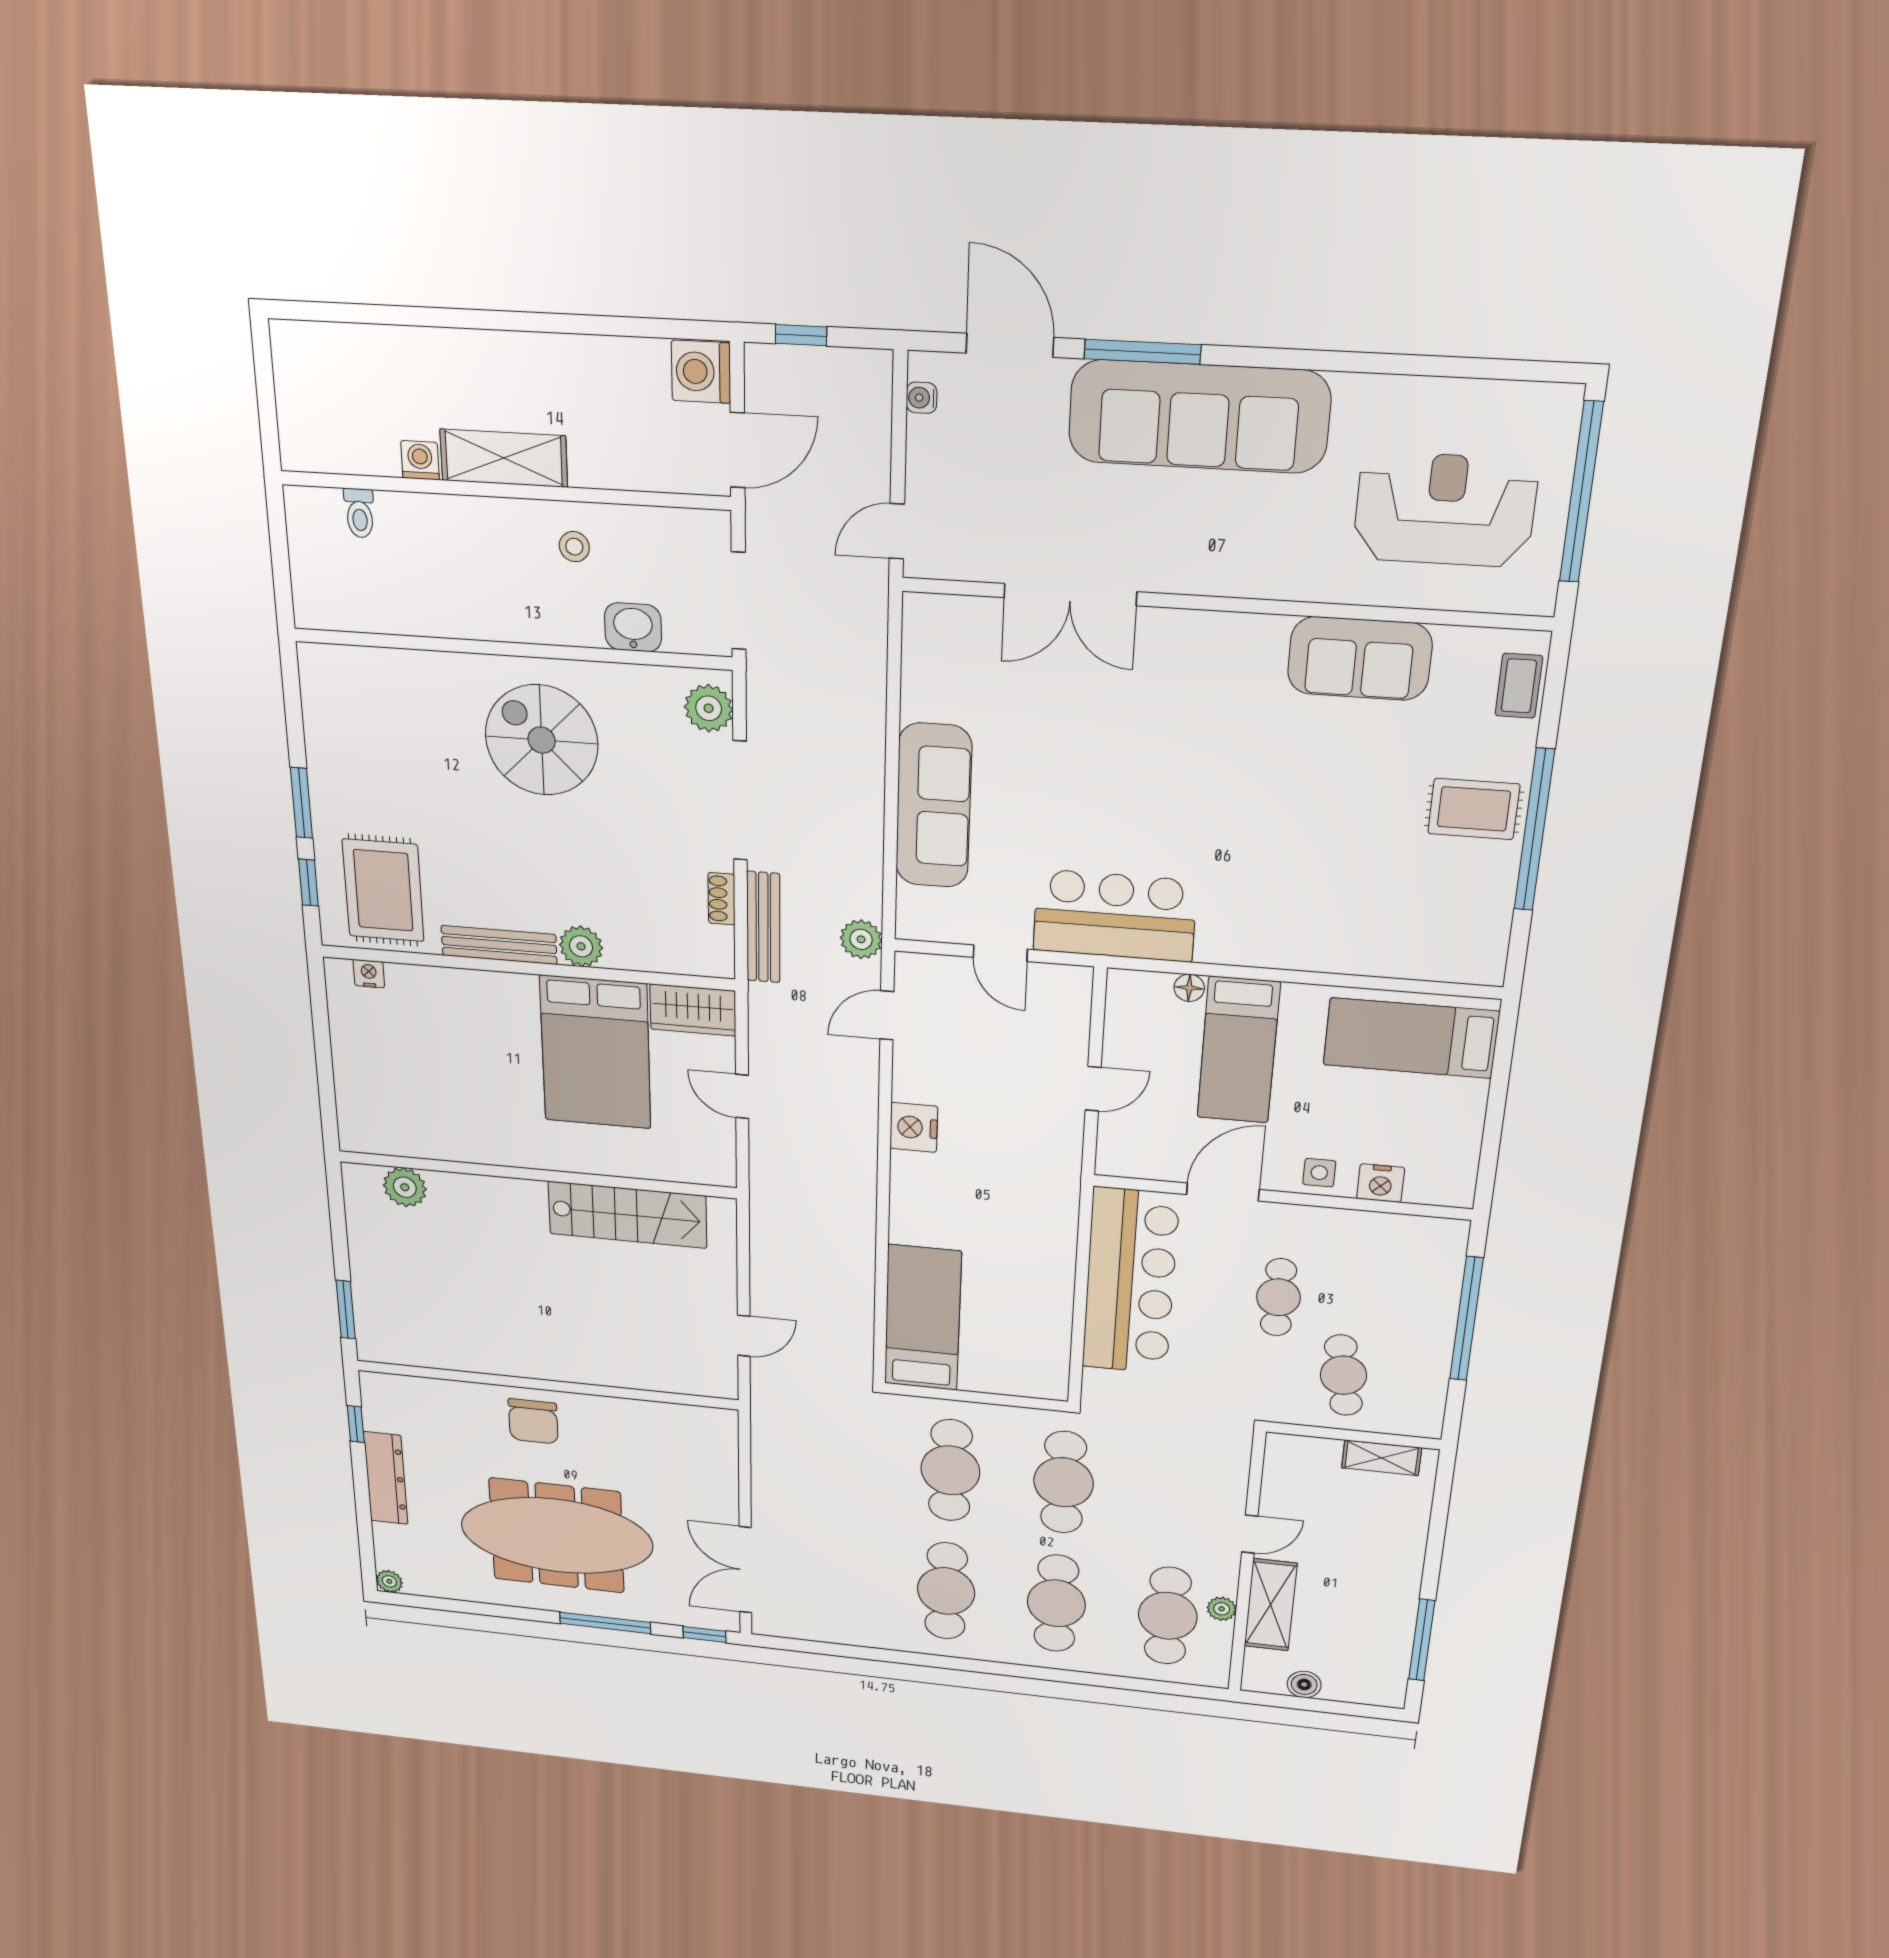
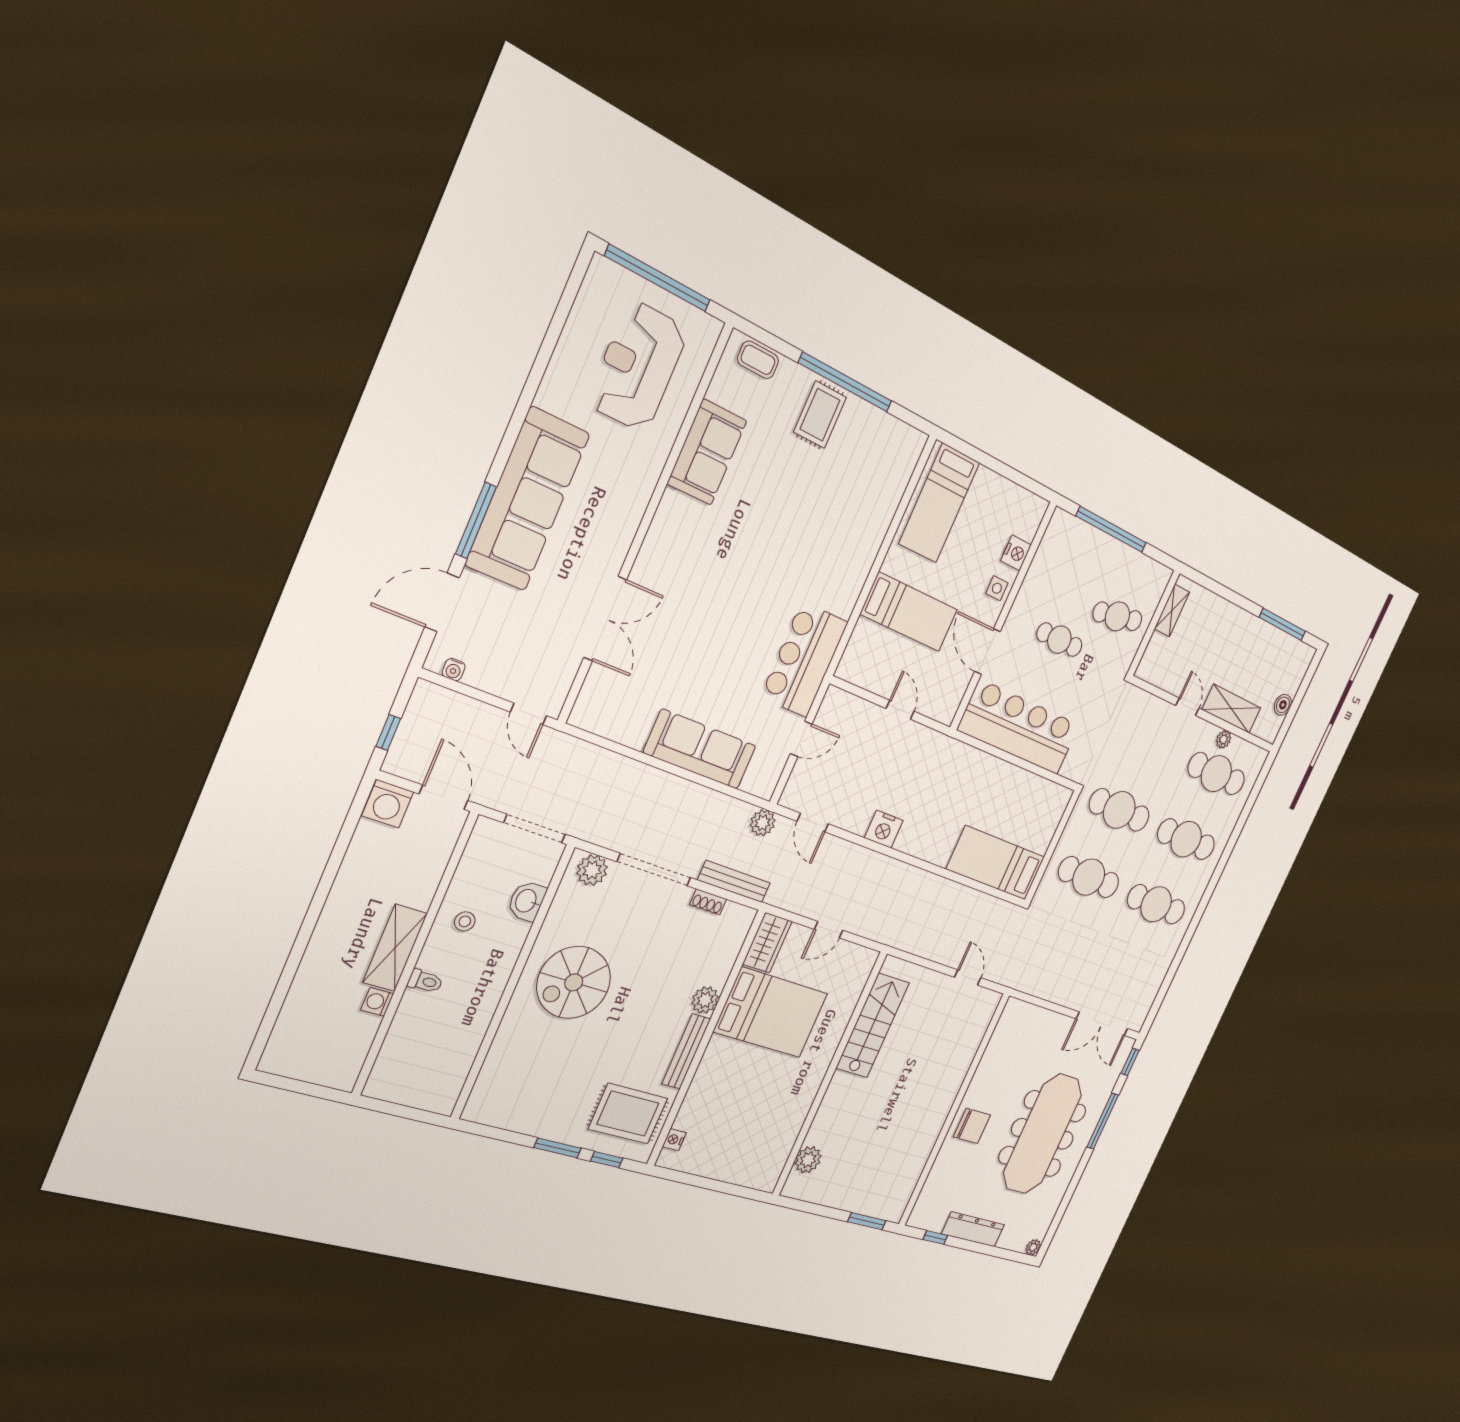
toilet: (360, 513) -> (425, 981), moved
floor lamp: (1189, 988) -> (862, 629), removed

